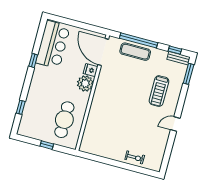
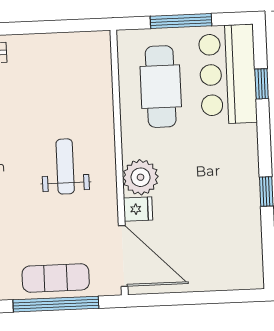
bar counter: (53, 45) -> (228, 74), moved
weight bench: (116, 98) -> (65, 166), added
window: (47, 145) -> (181, 21), width x2.17

